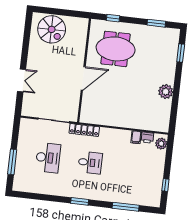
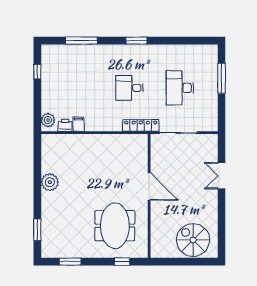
meeting table: (116, 49) -> (115, 226), turned 90
door: (83, 78) -> (149, 186), swing flipped

